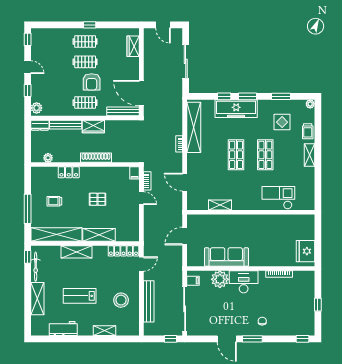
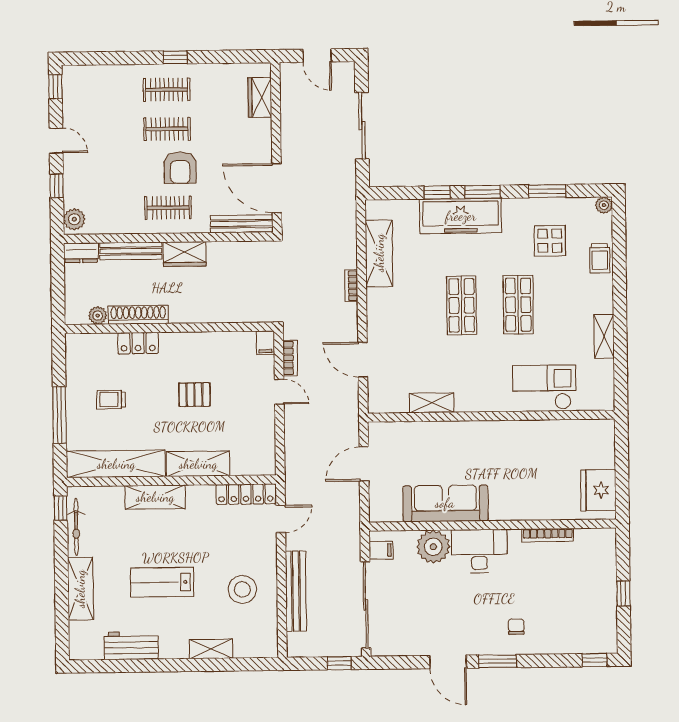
shelving: (194, 127) -> (379, 253), width x0.68
shelving: (309, 155) -> (604, 336), moved
shoe rack: (96, 158) -> (138, 315), moved

